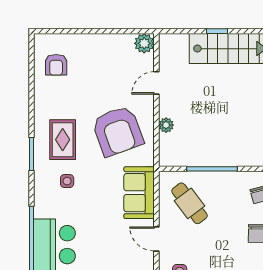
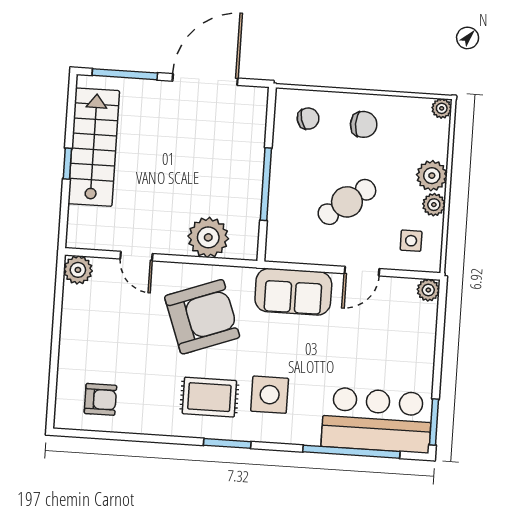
plant: (166, 125) -> (208, 237), width x1.87, depth x1.87
side table: (67, 181) -> (270, 395), width x1.87, depth x1.87
cafe table: (190, 203) -> (347, 202), moved

